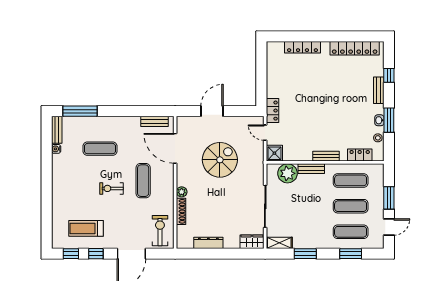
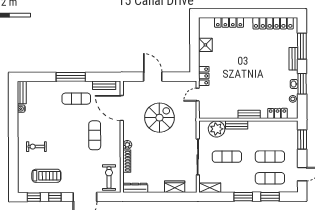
window: (389, 75) -> (302, 46), width x2.17
window: (80, 111) -> (71, 77), moved
door: (212, 111) -> (153, 77), hinge flipped
door: (265, 133) -> (198, 95), hinge flipped
exercise mat: (100, 149) -> (76, 99), moved
shower: (274, 153) -> (205, 45), moved
exercise mat: (351, 180) -> (227, 157), moved
exercise bike: (112, 188) -> (36, 147), moved
window: (389, 198) -> (302, 140), moved
treadmill: (86, 228) -> (46, 176), turned 180
wardrobe: (252, 242) -> (175, 187), moved
dresser: (208, 243) -> (135, 188), moved
window: (305, 254) -> (243, 197), moved

